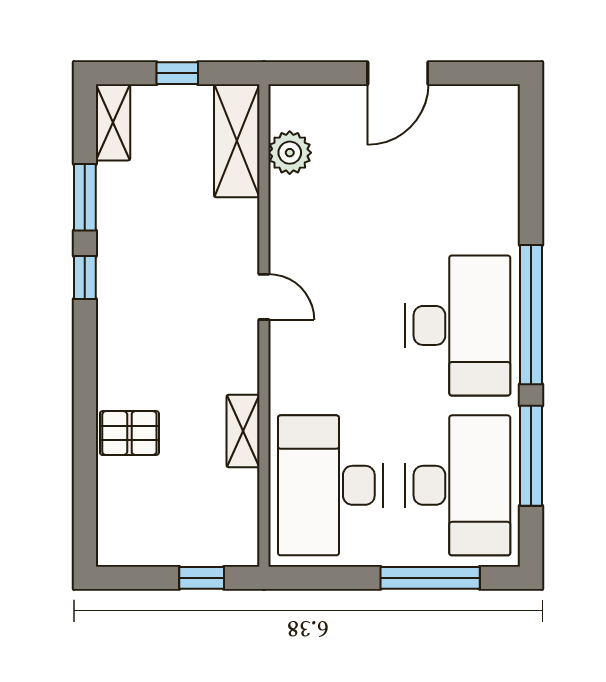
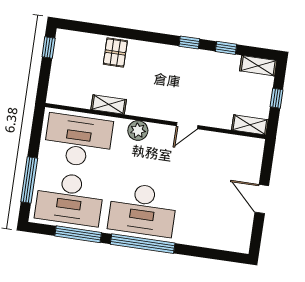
shelving: (237, 141) -> (250, 125), width x0.67, depth x0.75
plant: (290, 153) -> (138, 130), moved
window: (85, 197) -> (226, 48), width x0.67
door: (264, 297) -> (187, 126), moved
window: (202, 578) -> (49, 47), moved

